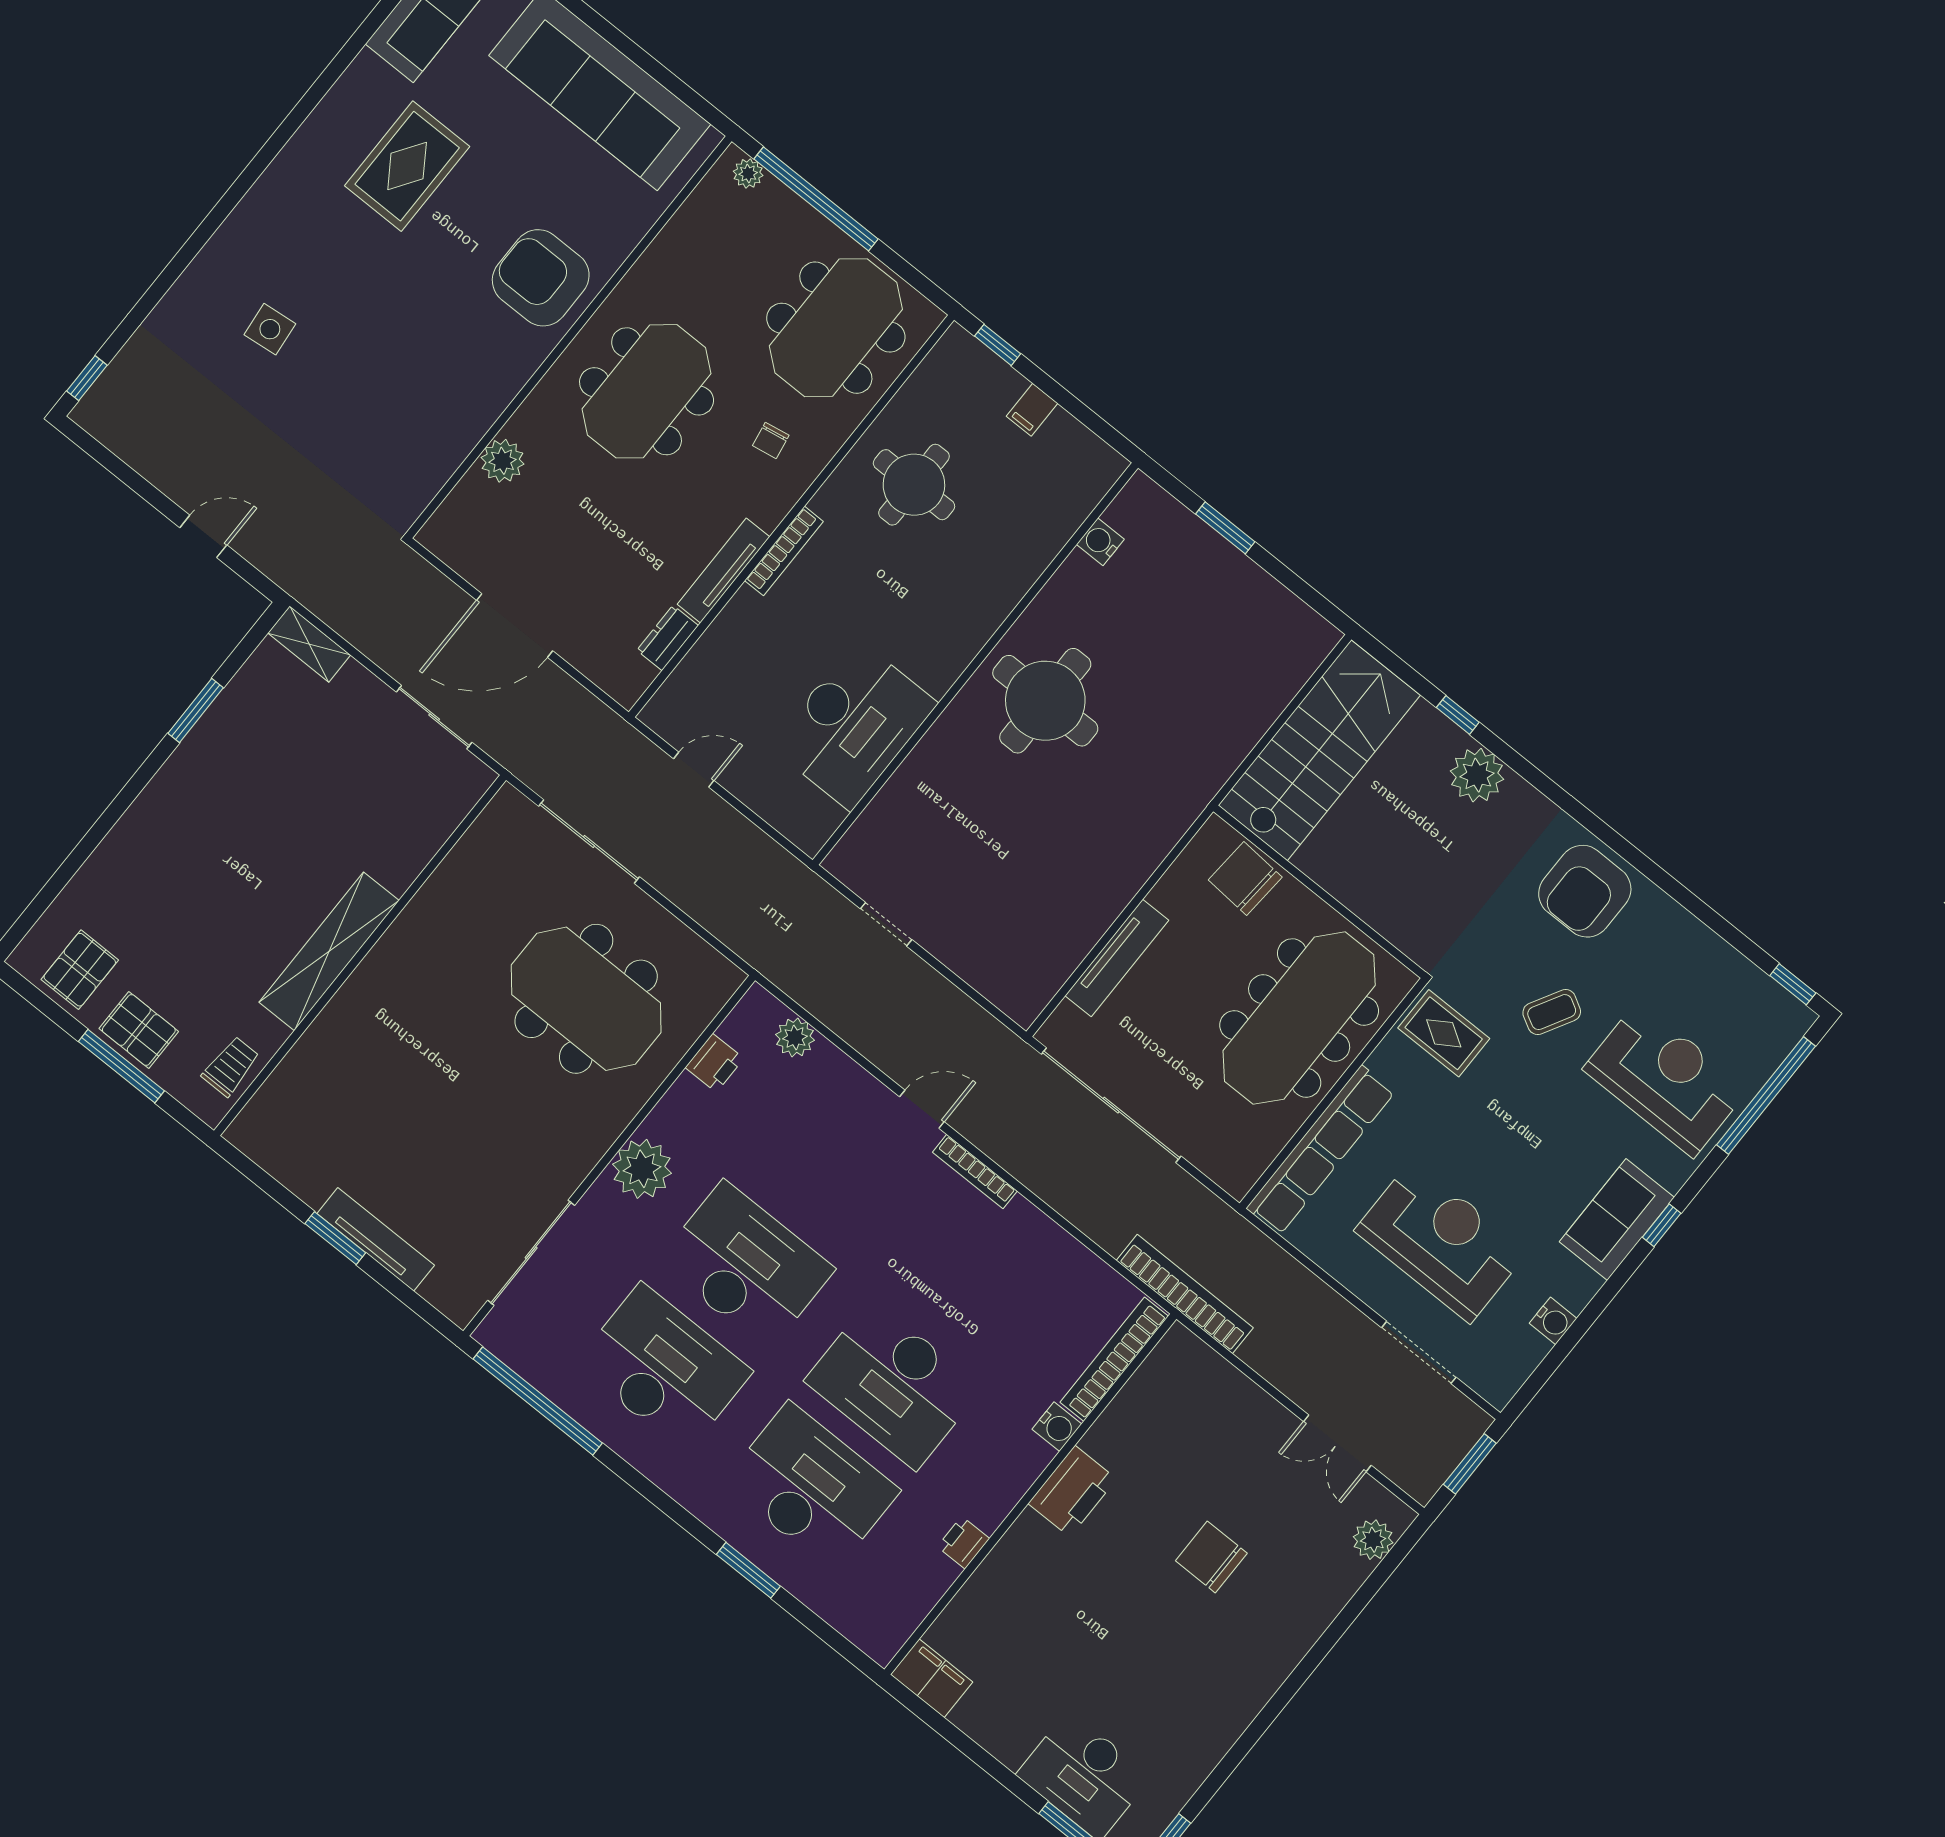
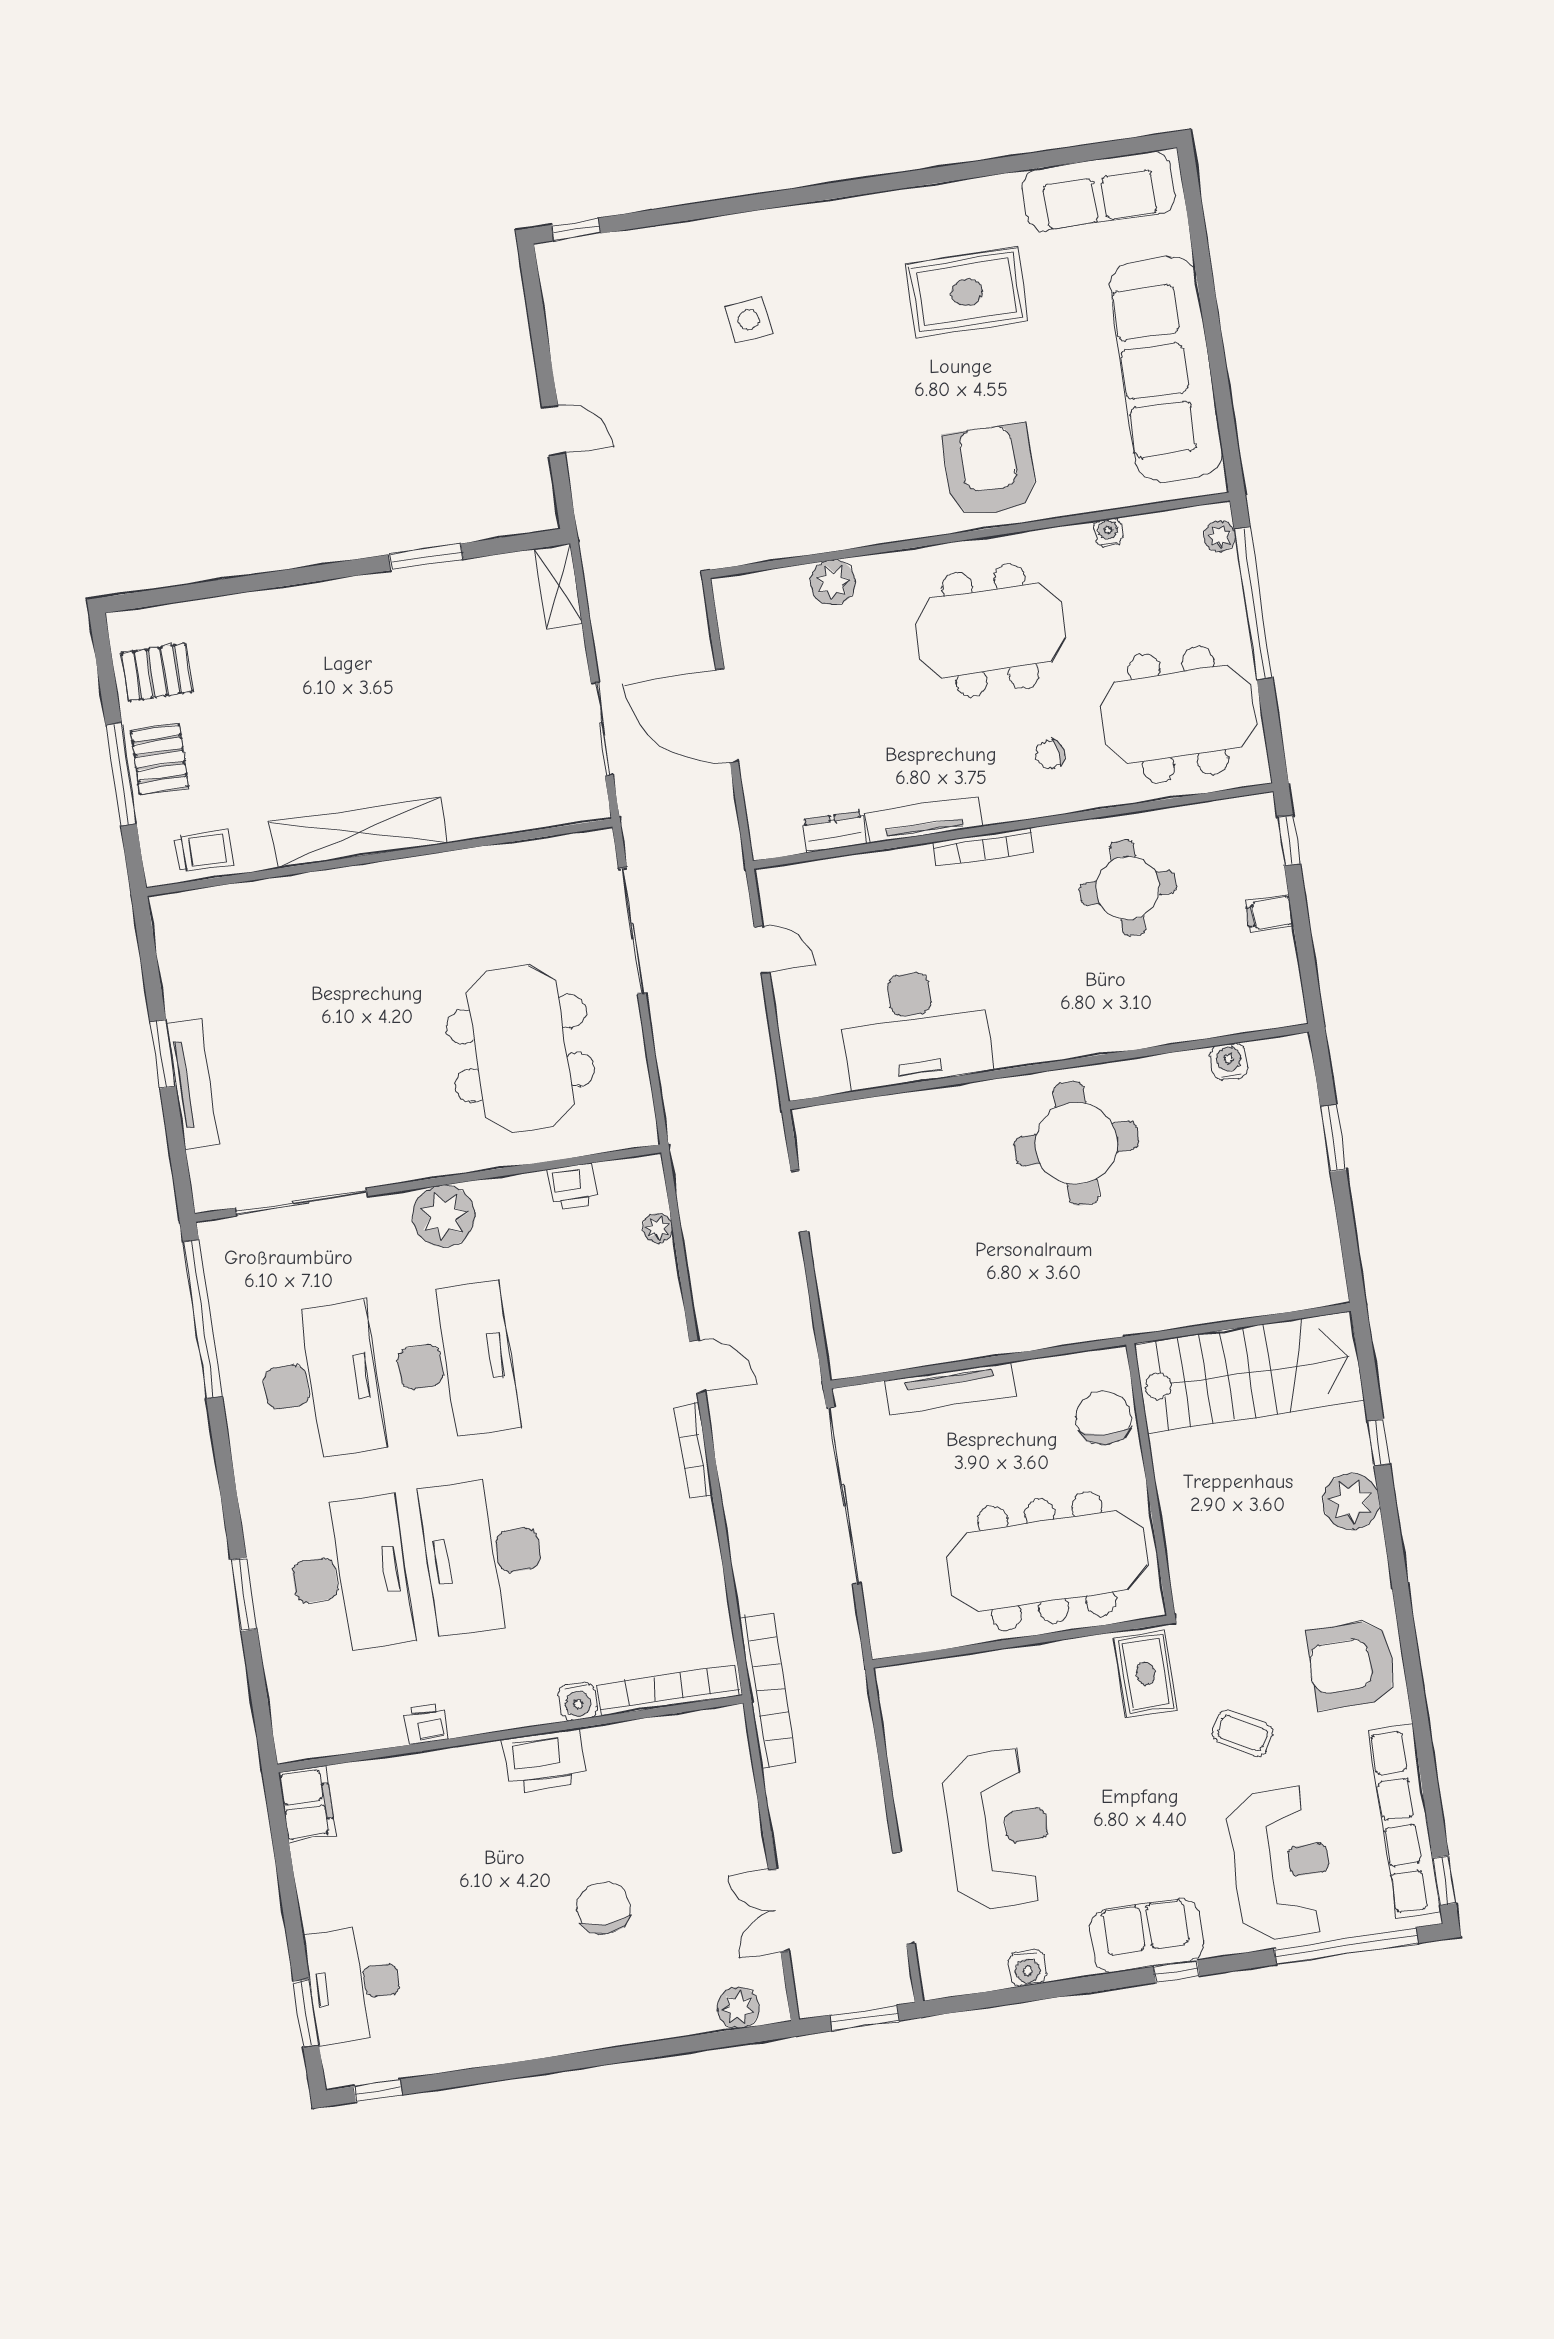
water cooler: (666, 244) -> (1108, 532), added
plant: (795, 1037) -> (658, 1228), width x0.73, depth x0.73
row of seats: (1321, 1150) -> (1405, 1821), moved, turned 90

